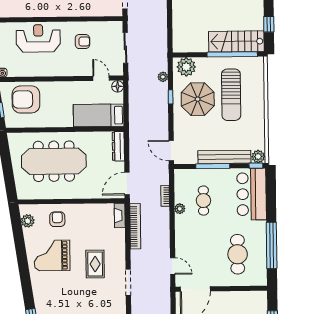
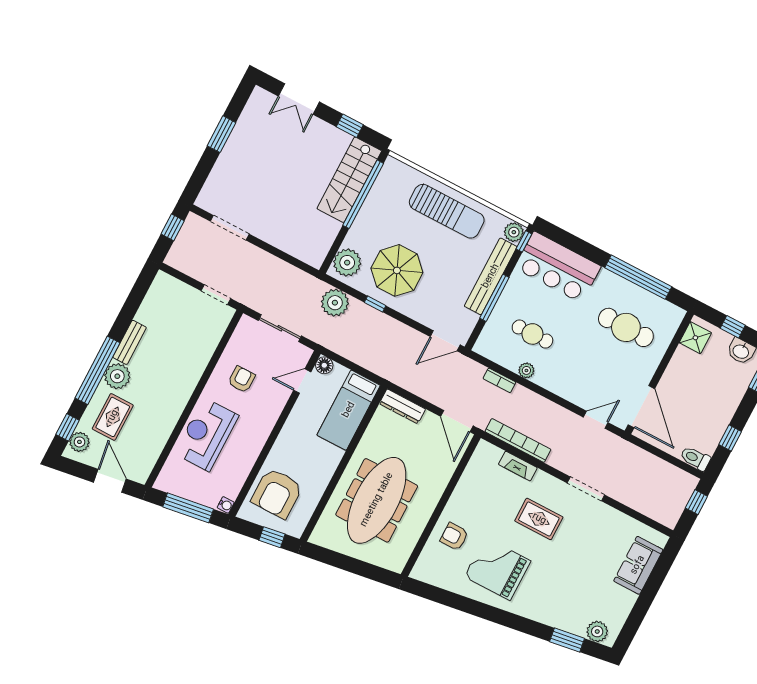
plant: (163, 77) -> (335, 303), width x1.87, depth x1.87
sun lounger: (231, 95) -> (447, 211), moved
fireplace: (120, 216) -> (518, 466), moved
plant: (28, 221) -> (436, 576), removed
grand piano: (52, 255) -> (498, 569), turned 90
shower: (254, 299) -> (695, 338), added

